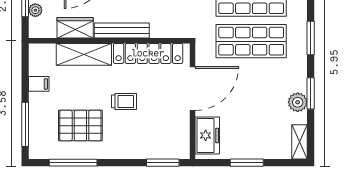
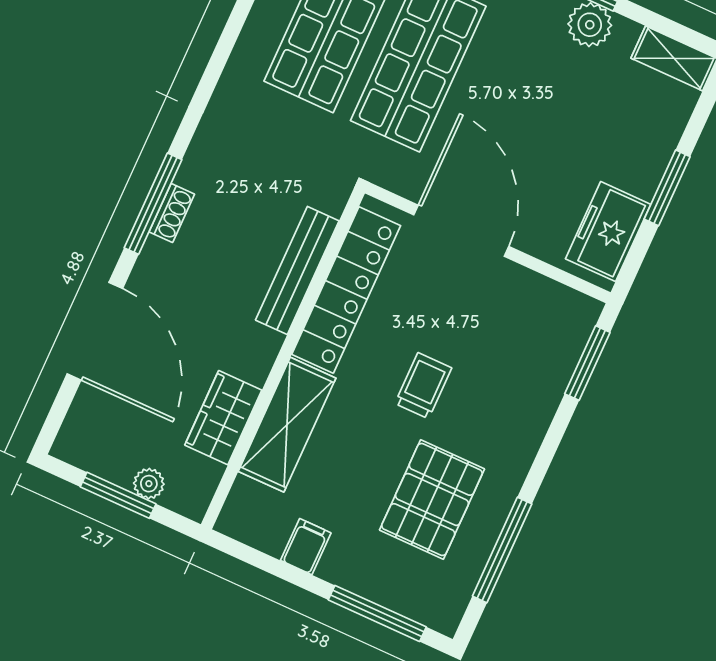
bench: (122, 31) -> (297, 270), moved
freezer: (207, 135) -> (608, 232), moved, turned -90

